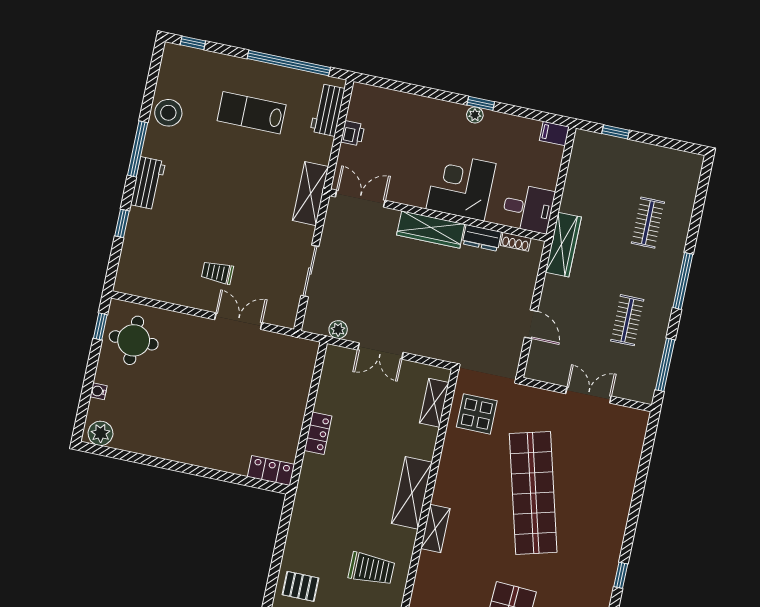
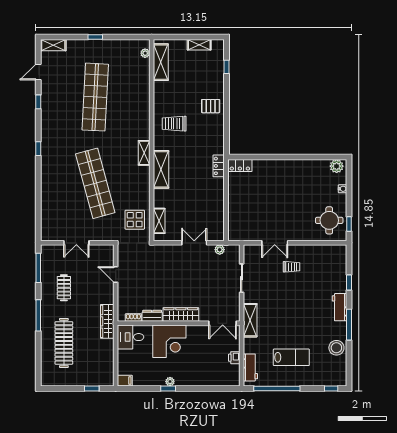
clothes rail: (648, 223) -> (64, 343), width x1.86, depth x1.31
locker: (318, 433) -> (219, 166), moved

